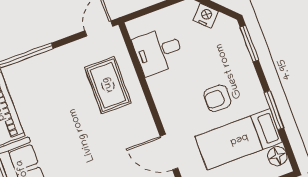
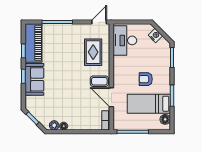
desk: (158, 51) -> (125, 40), width x1.37
coffee table: (138, 132) -> (99, 81), added

